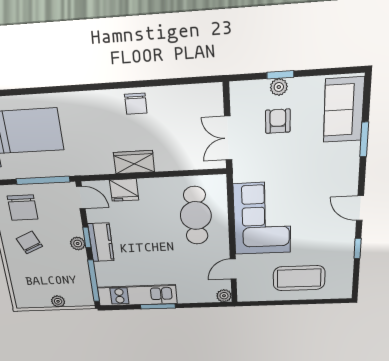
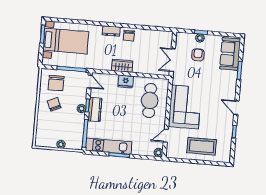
dresser: (99, 100) -> (111, 31), added
fridge: (124, 190) -> (126, 81), moved

